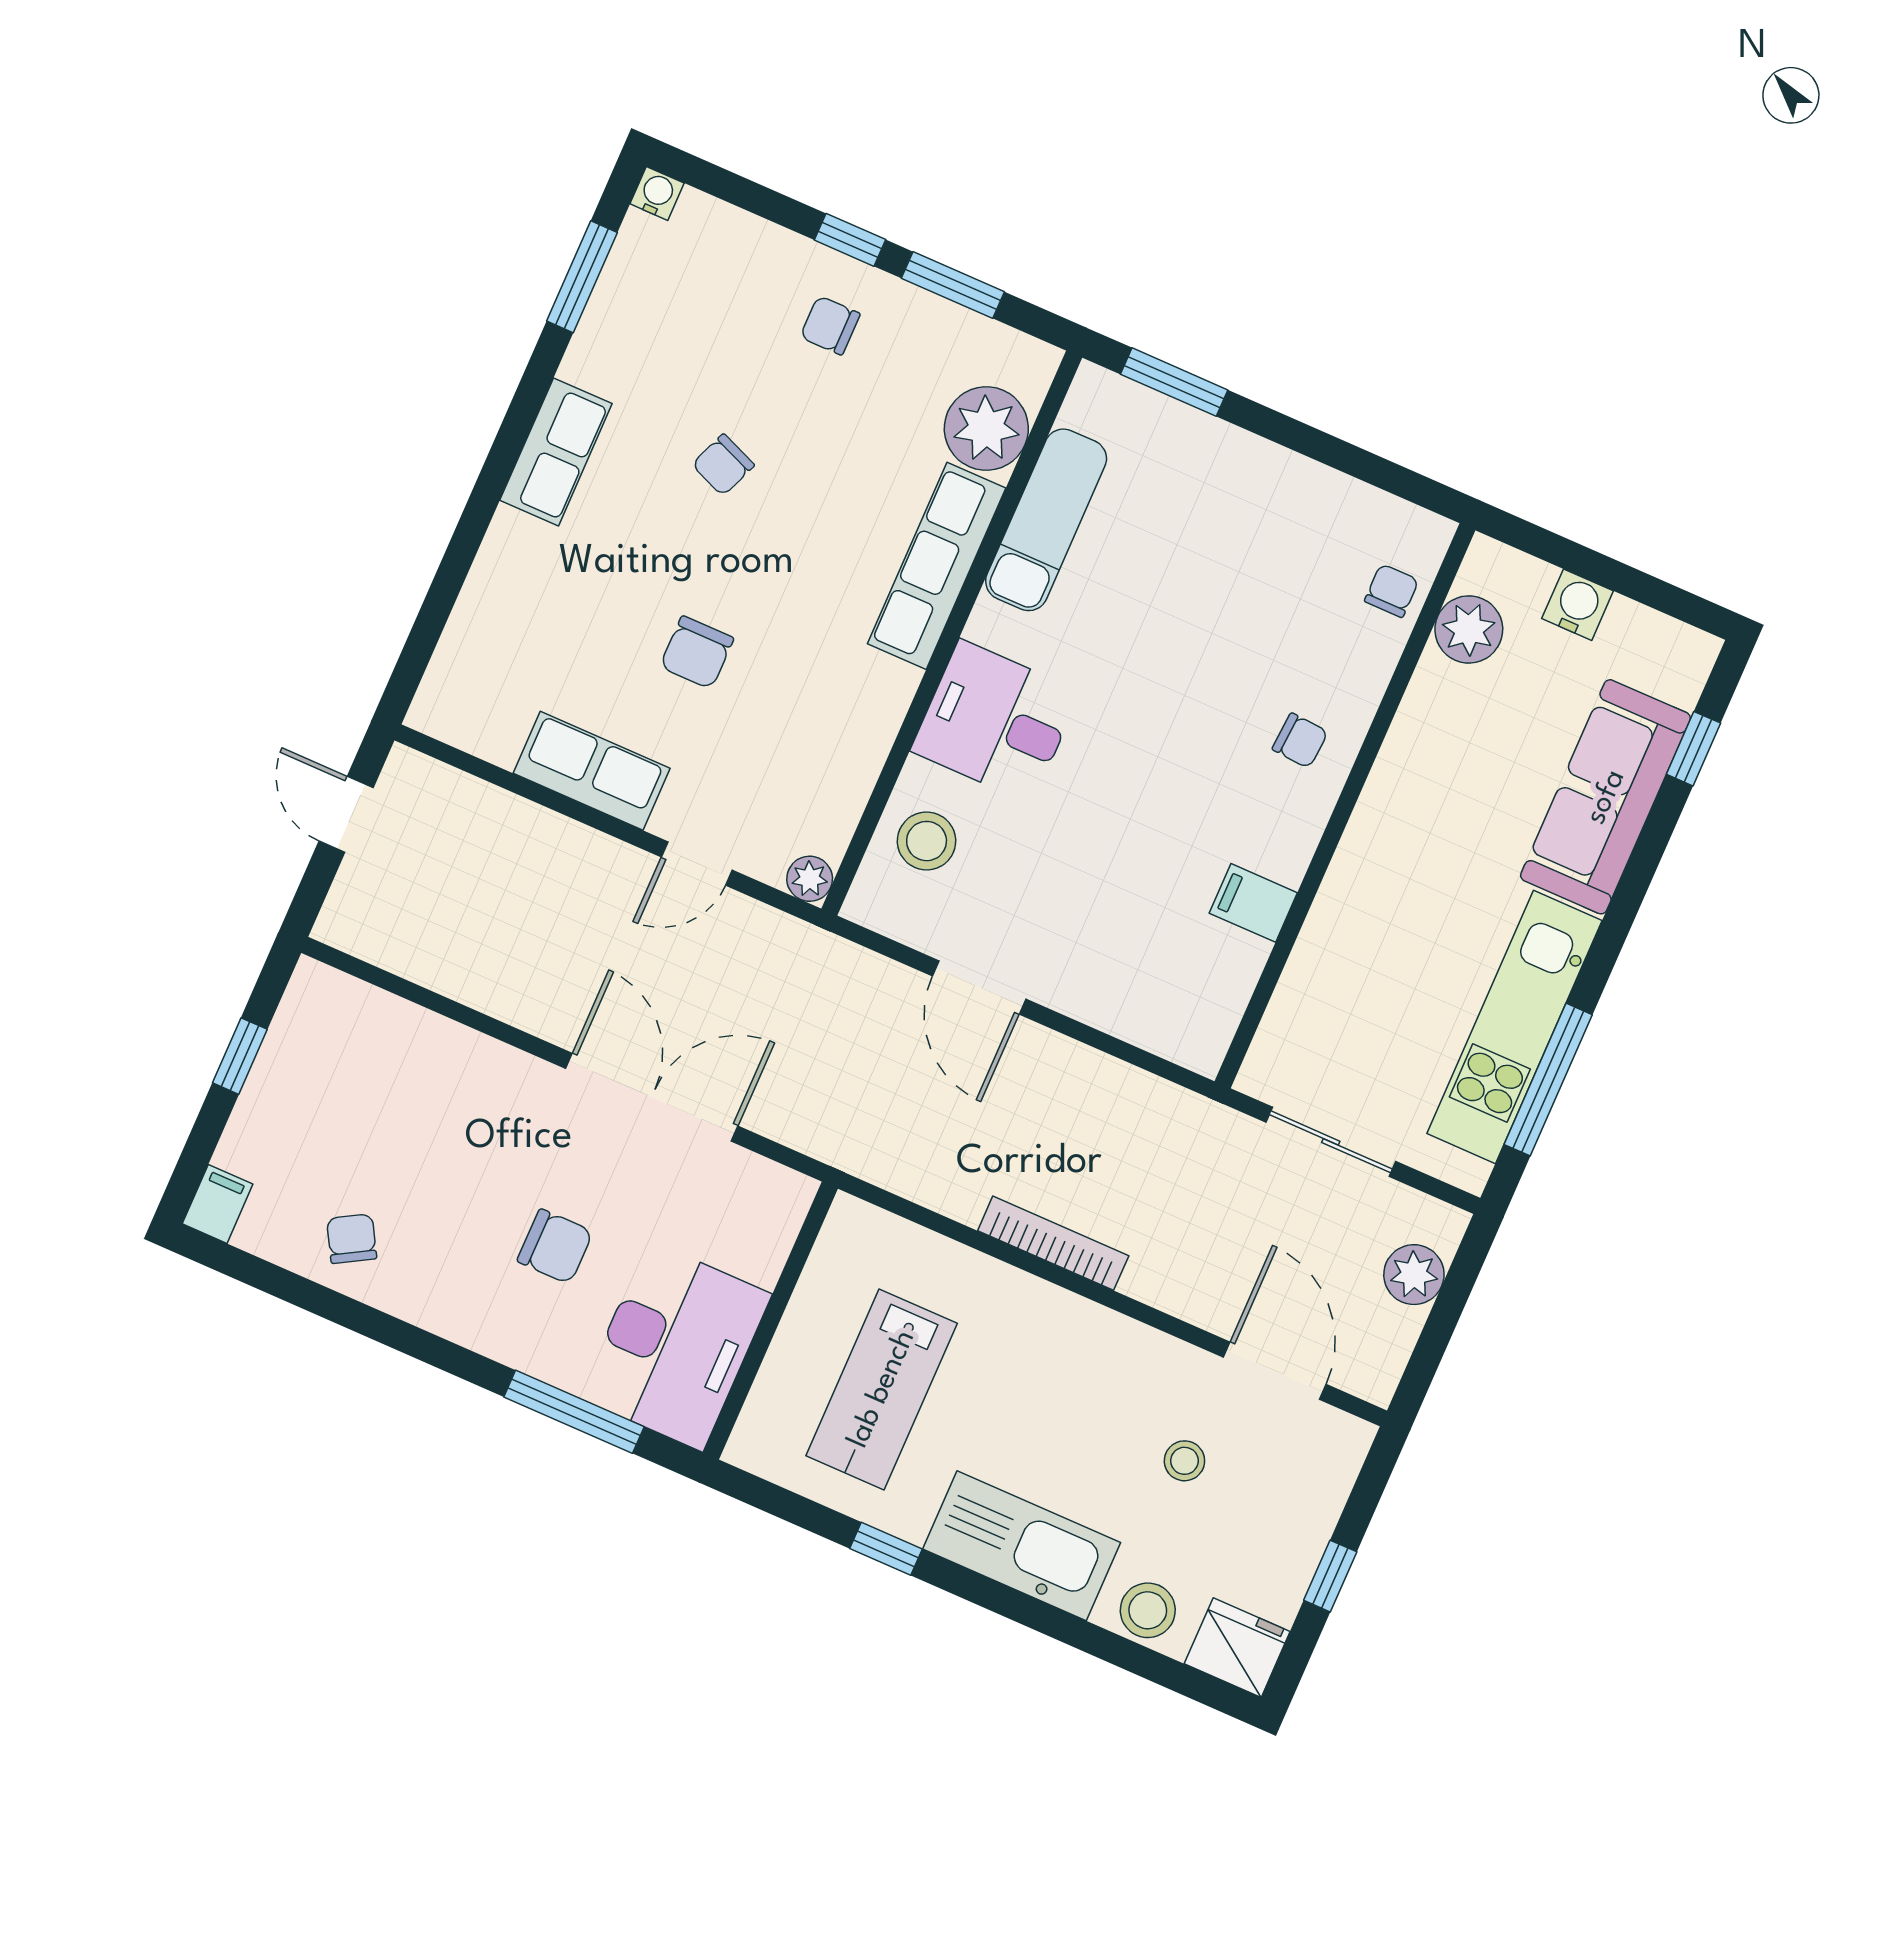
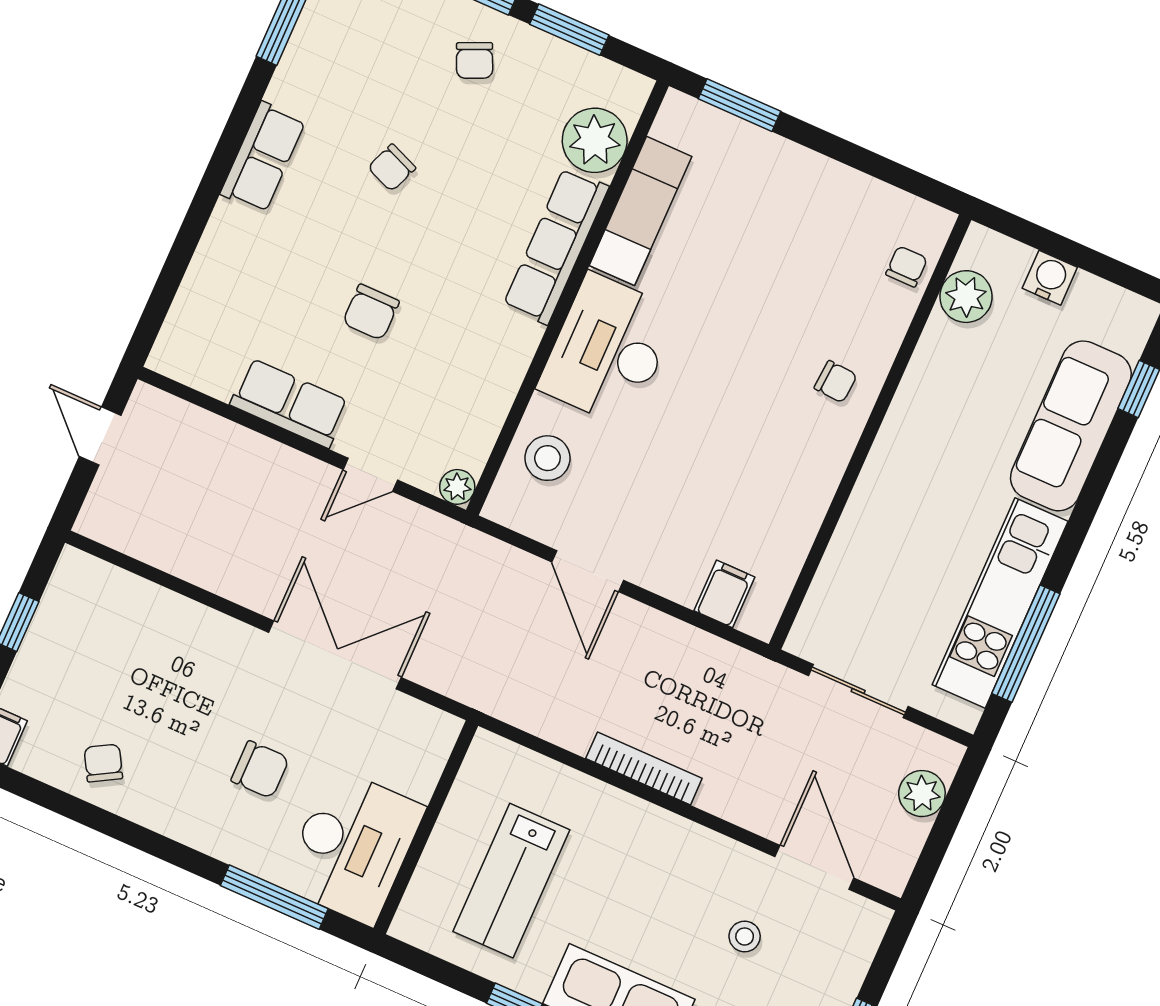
chair: (830, 325) -> (475, 60), turned -114
desk: (996, 721) -> (608, 350), width x1.37
filing cabinet: (1253, 903) -> (724, 594), moved, turned 90

